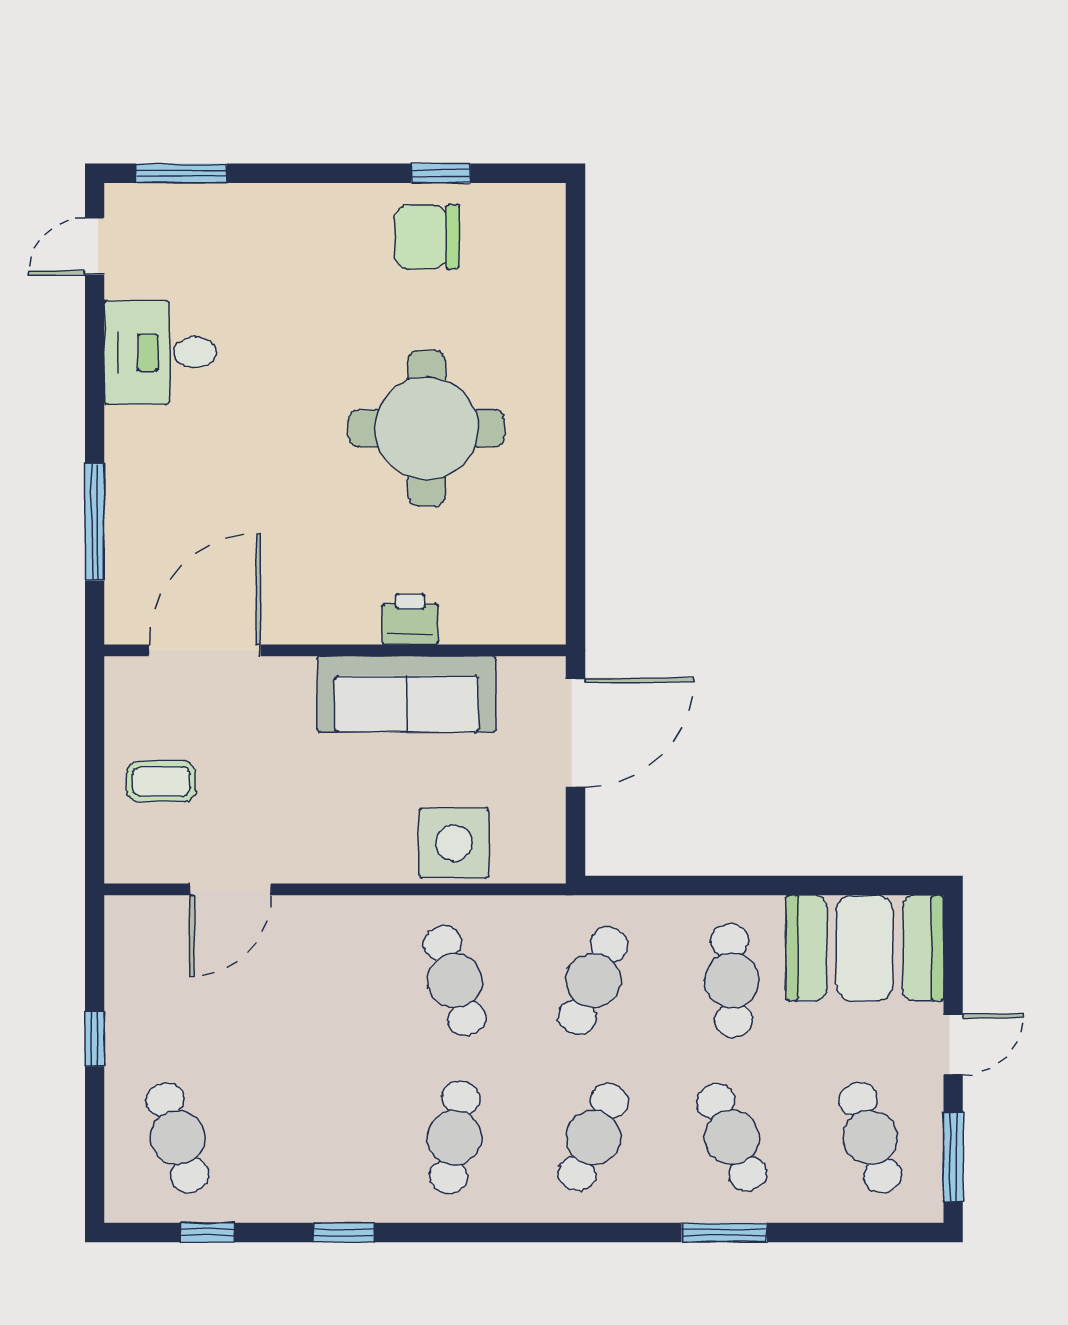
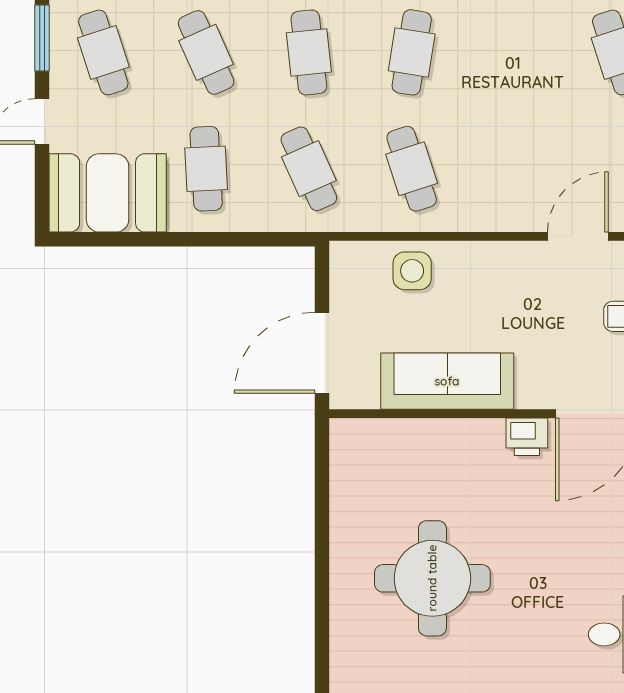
printer: (410, 619) -> (527, 437), moved
side table: (454, 843) -> (412, 271), width x0.73, depth x0.73
cafe table: (593, 981) -> (309, 169), turned -48
cafe table: (593, 1137) -> (309, 52), turned -30

